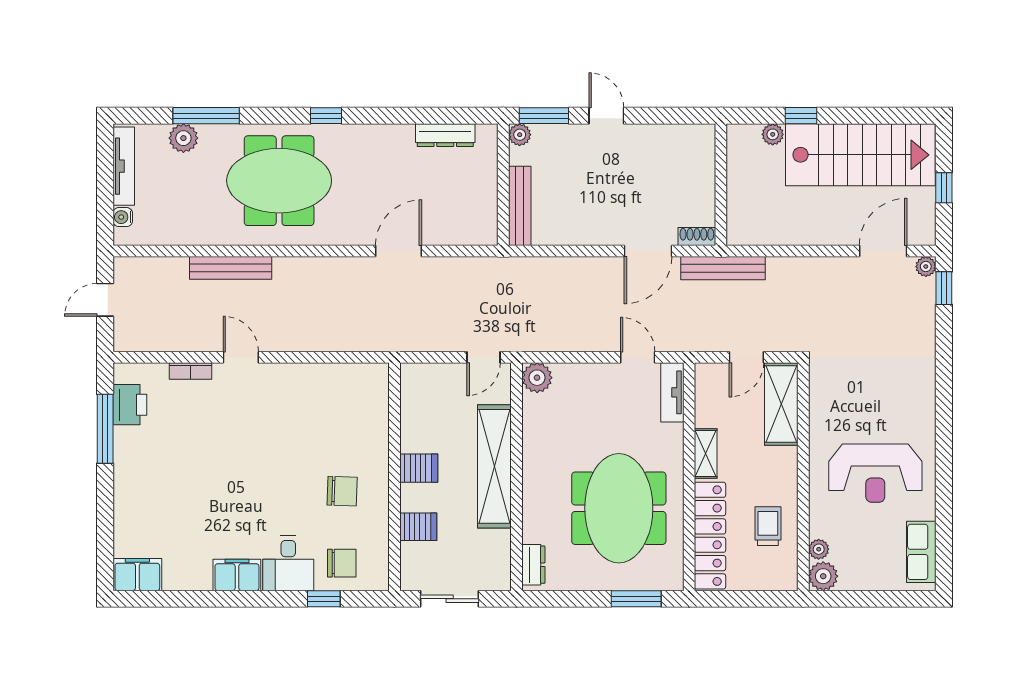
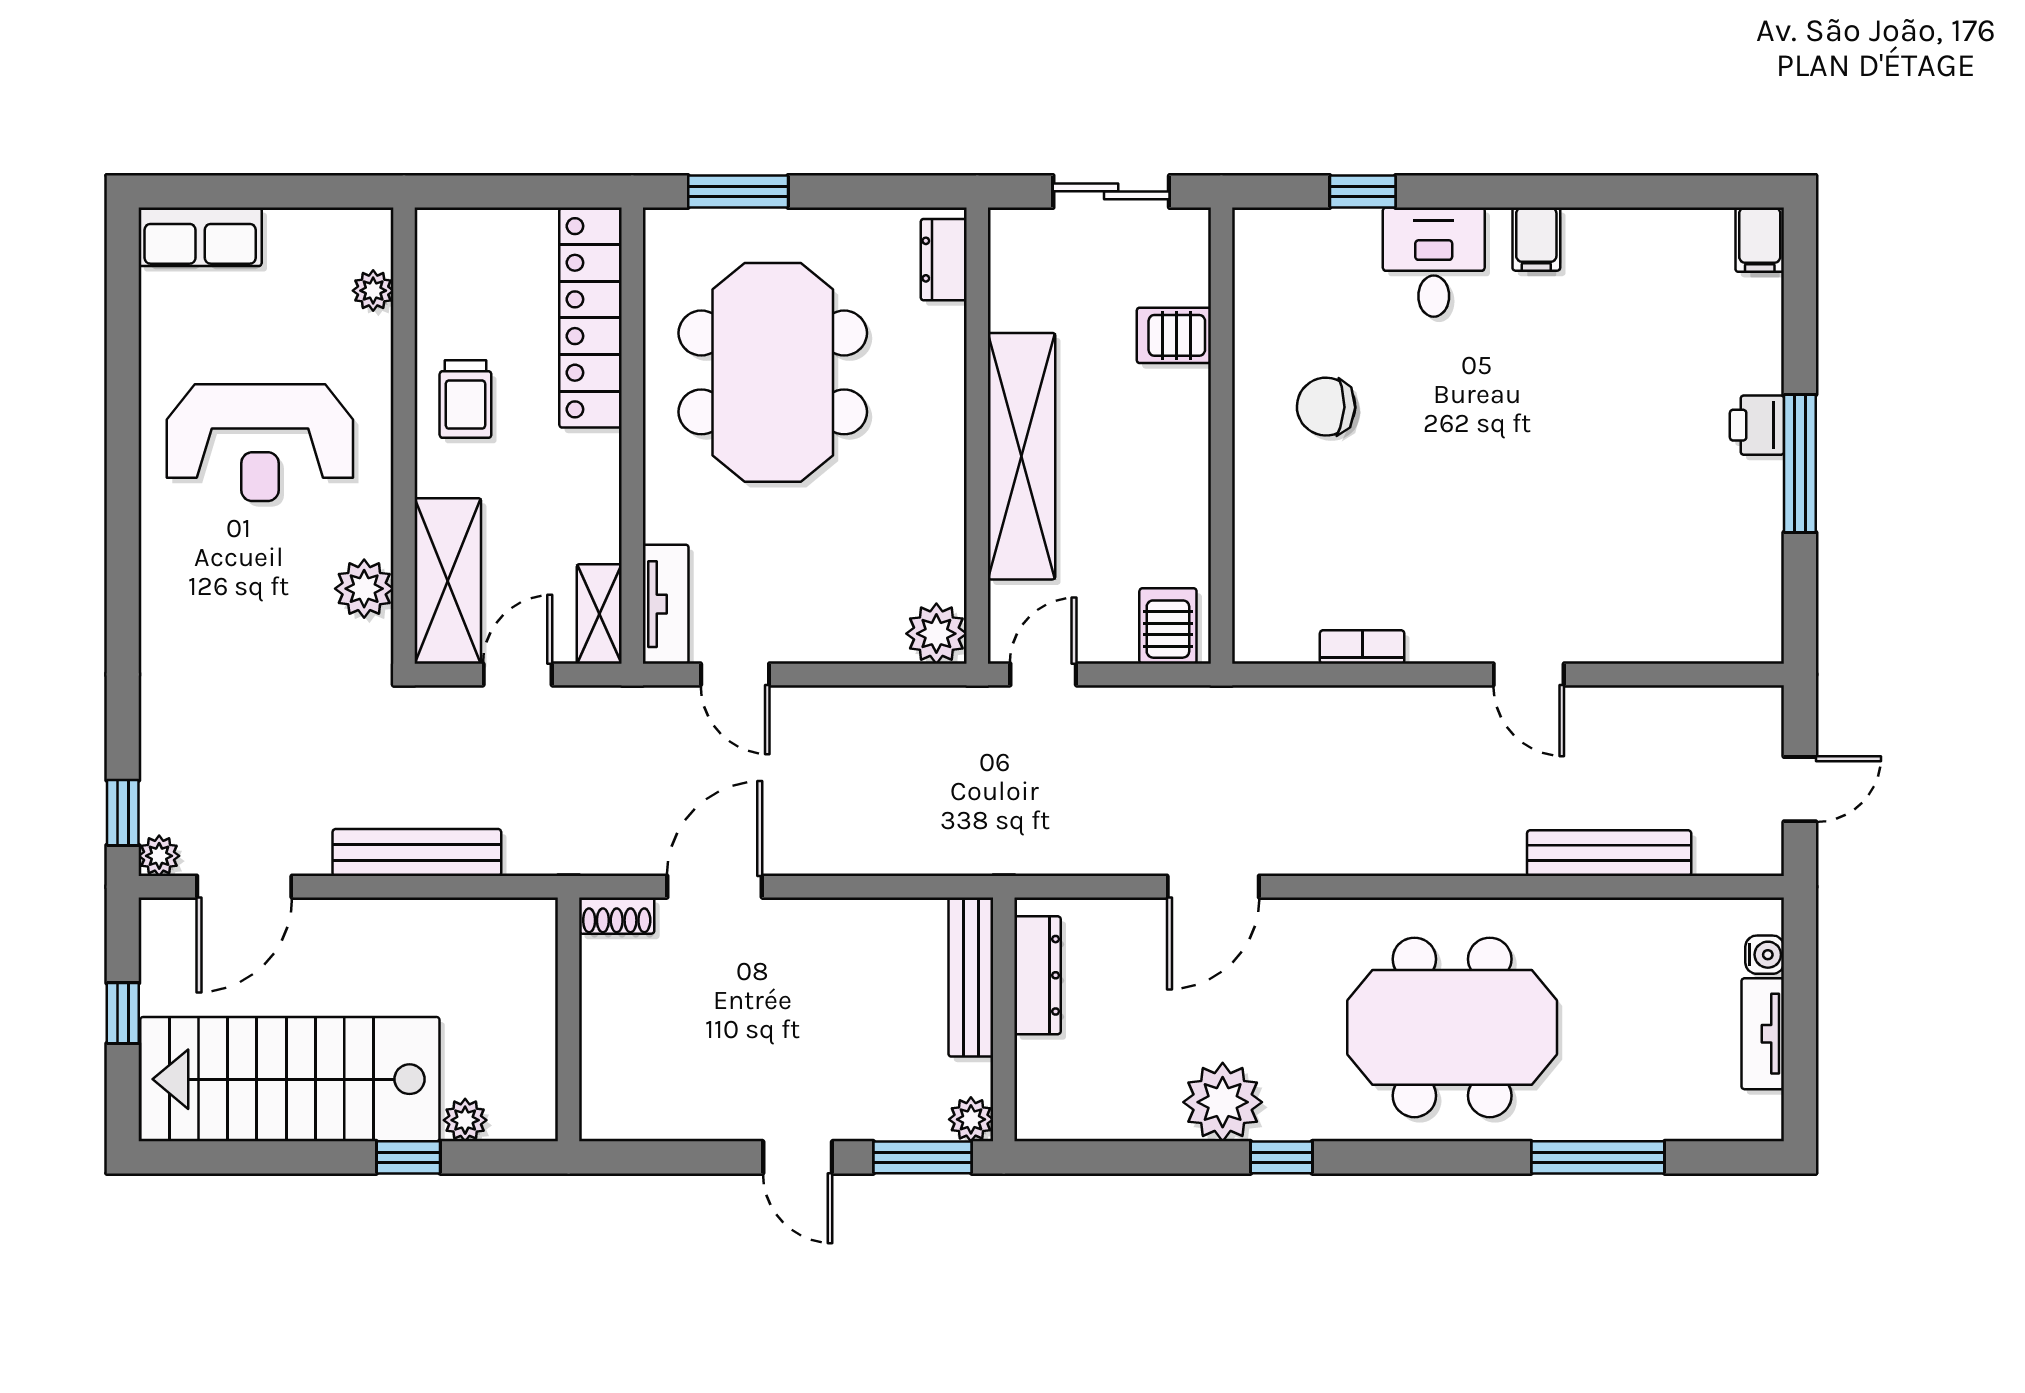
window: (326, 116) -> (1281, 1157), moved
dresser: (445, 135) -> (1038, 975), moved, turned 90
plant: (183, 138) -> (1223, 1102), moved, width x1.36, depth x1.36
tv unit: (124, 166) -> (1763, 1034), width x0.71
bench: (231, 268) -> (1609, 853), moved
bench: (723, 268) -> (417, 853), moved
bookcase: (191, 371) -> (1362, 647), moved
printer: (130, 405) -> (1757, 425), moved, width x0.73, depth x0.81
window: (105, 429) -> (1800, 463), moved
shelving: (706, 454) -> (599, 614), moved
server rack: (419, 468) -> (1168, 626), moved, turned 90
reception desk: (875, 473) -> (260, 443), turned 180
trolley: (768, 526) -> (465, 399), moved
row of seats: (921, 552) -> (200, 237), moved, turned 90
chair: (342, 563) -> (1327, 263), removed
filing cabinet: (137, 575) -> (1760, 240), width x0.50
filing cabinet: (237, 575) -> (1536, 239), width x0.50
plant: (823, 576) -> (364, 589), moved

